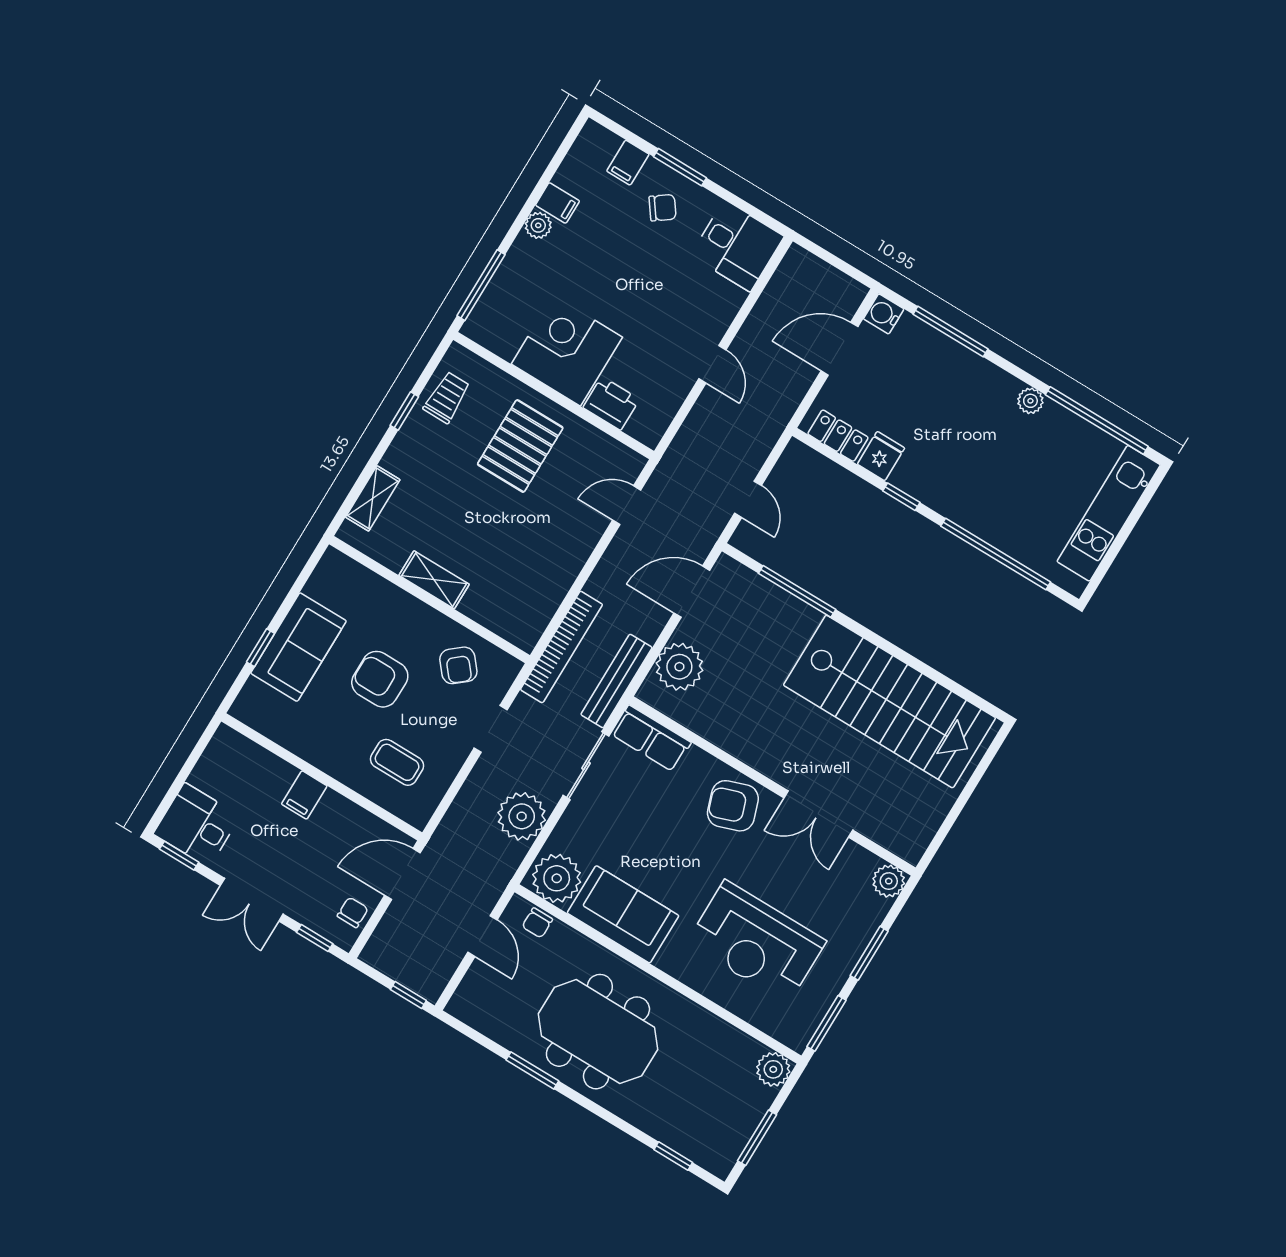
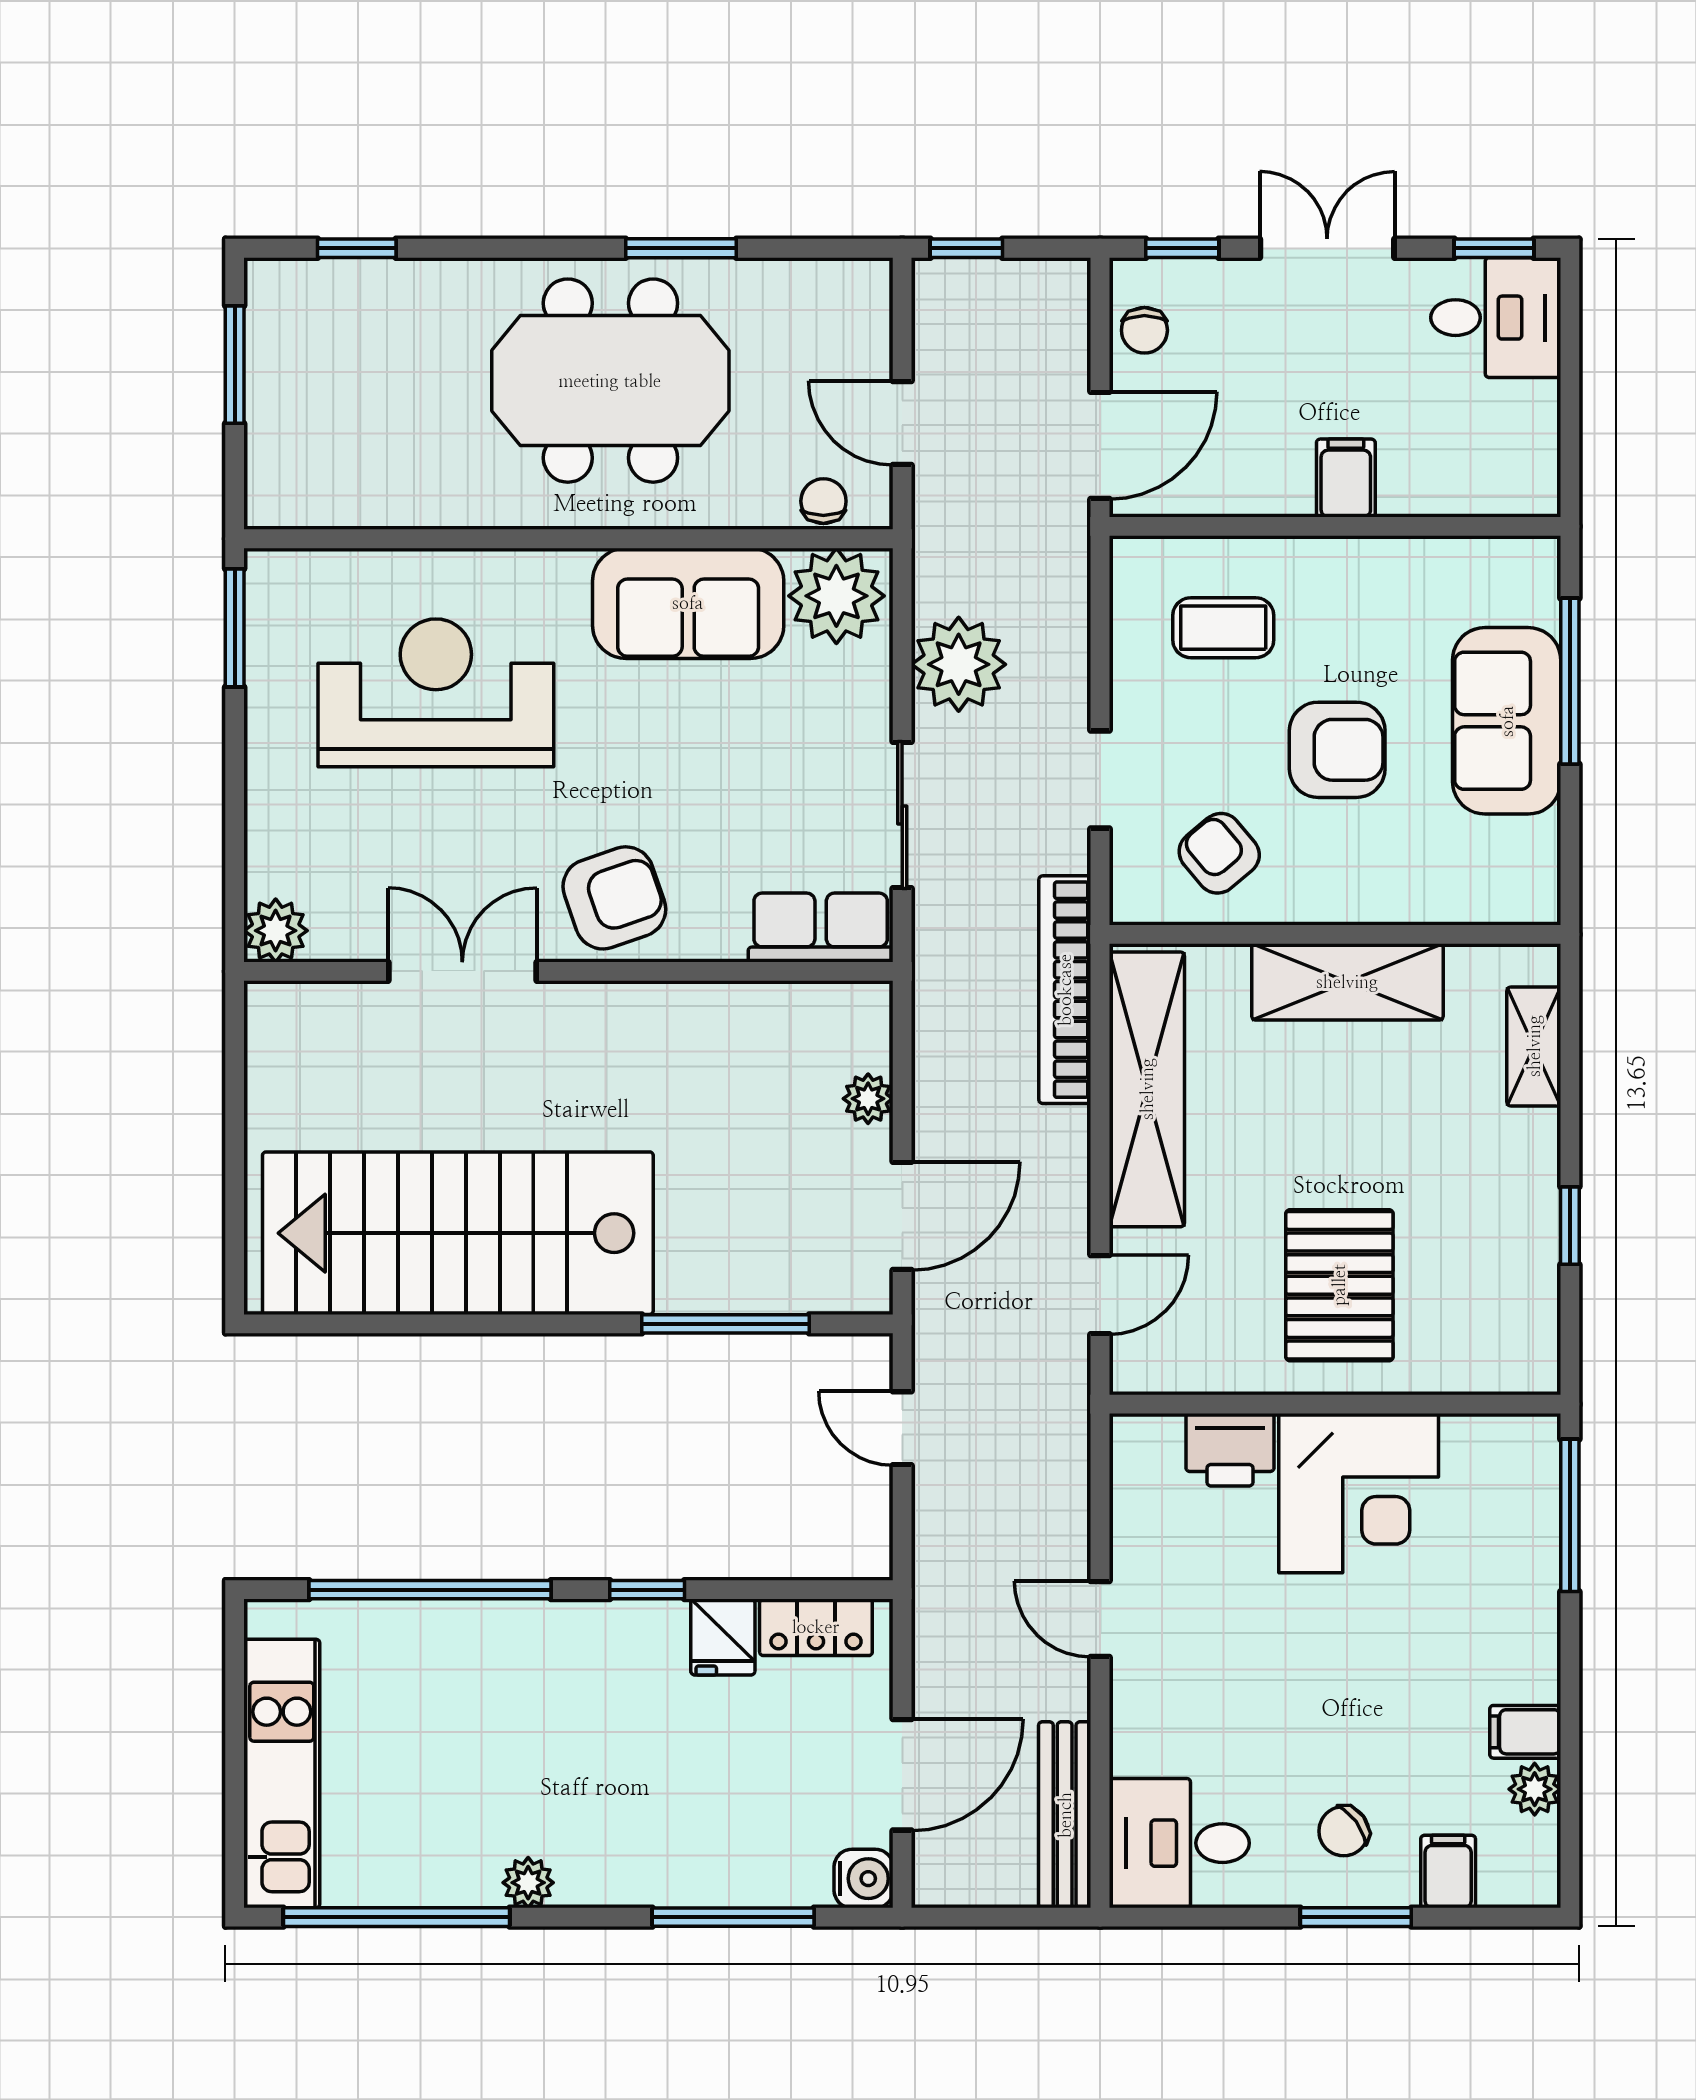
plant: (538, 225) -> (1535, 1789), moved
trolley: (447, 397) -> (1513, 1292), removed
shelving: (434, 580) -> (1347, 982), width x1.50, depth x1.33
shelving: (552, 582) -> (1147, 1089), added
window: (261, 648) -> (1570, 681), width x2.17
plant: (679, 667) -> (868, 1099), width x0.53, depth x0.53
bench: (616, 681) -> (1065, 1815), moved
window: (869, 953) -> (235, 789), removed
plant: (773, 1069) -> (277, 496), removed

